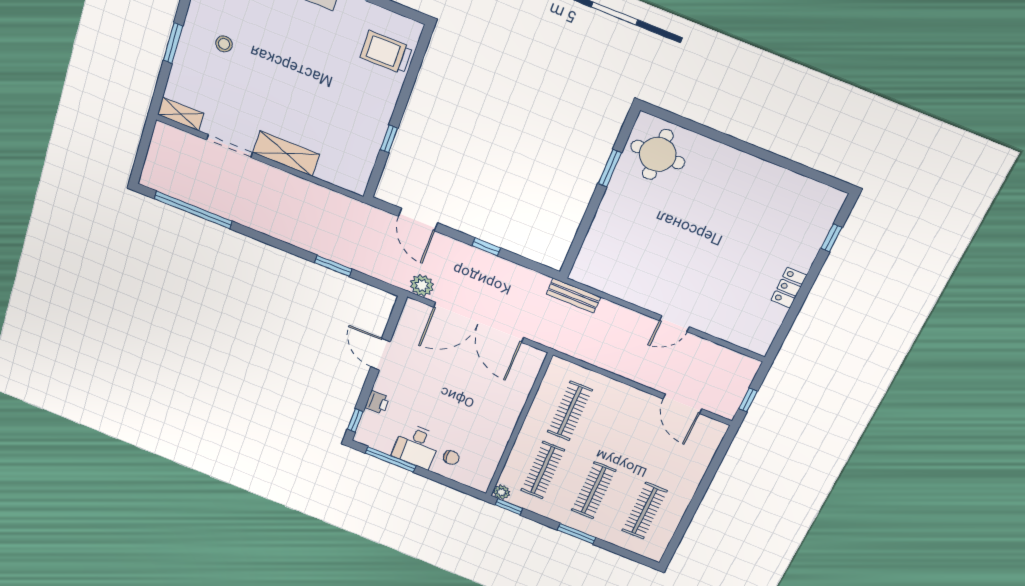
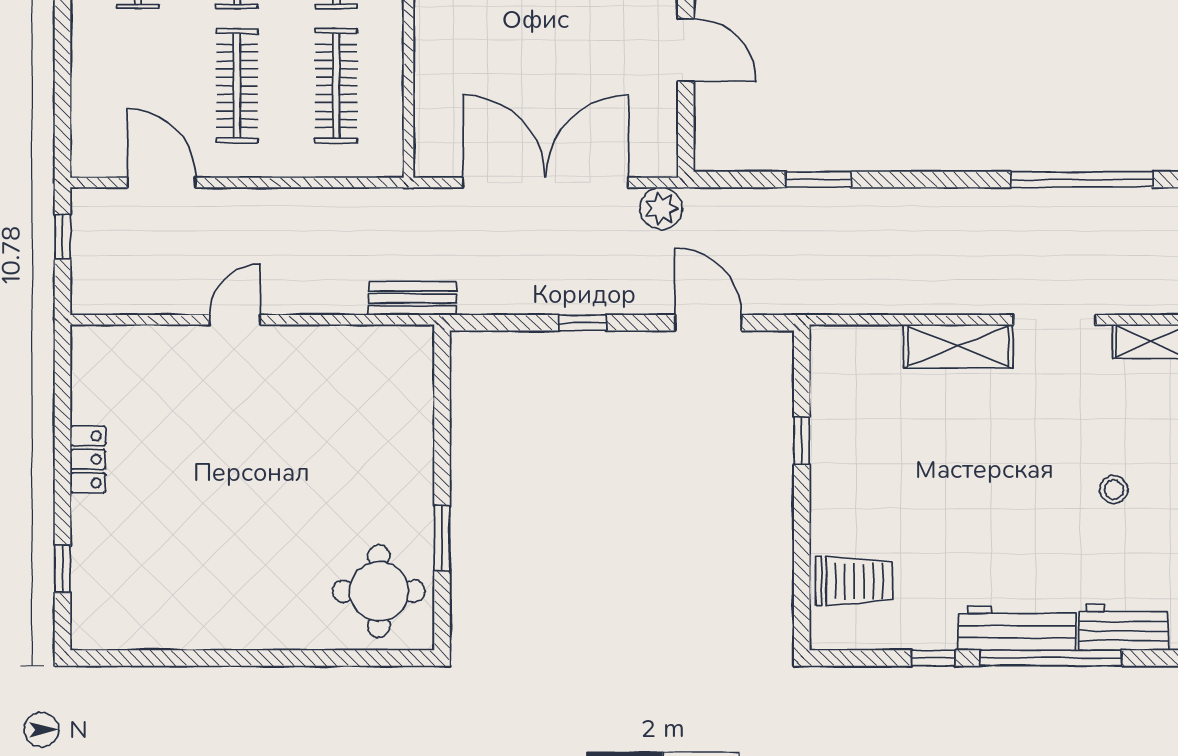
clothes rail: (622, 432) -> (237, 86), added

